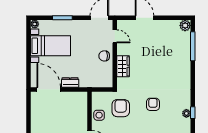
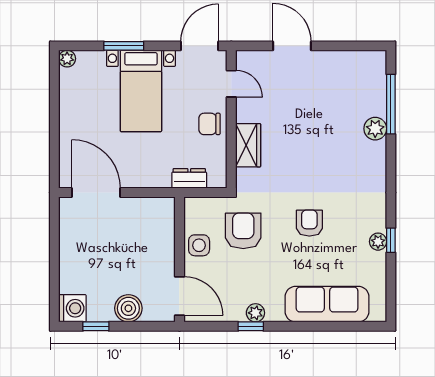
plant: (185, 25) -> (375, 129), moved
bed with nightstands: (50, 46) -> (141, 91), moved, turned 90
dresser: (70, 83) -> (189, 178), moved

